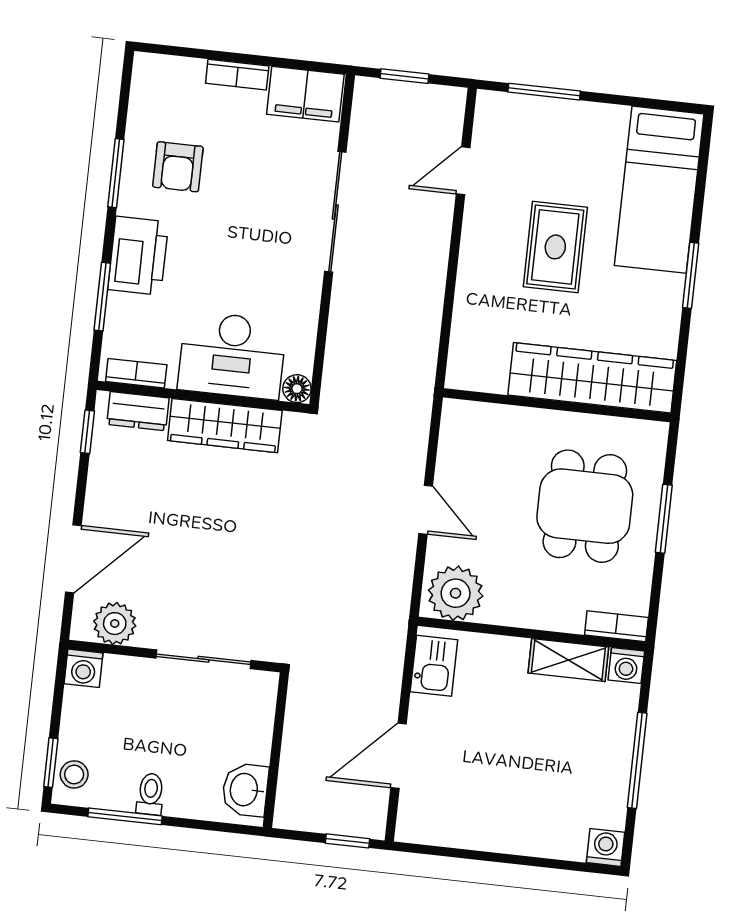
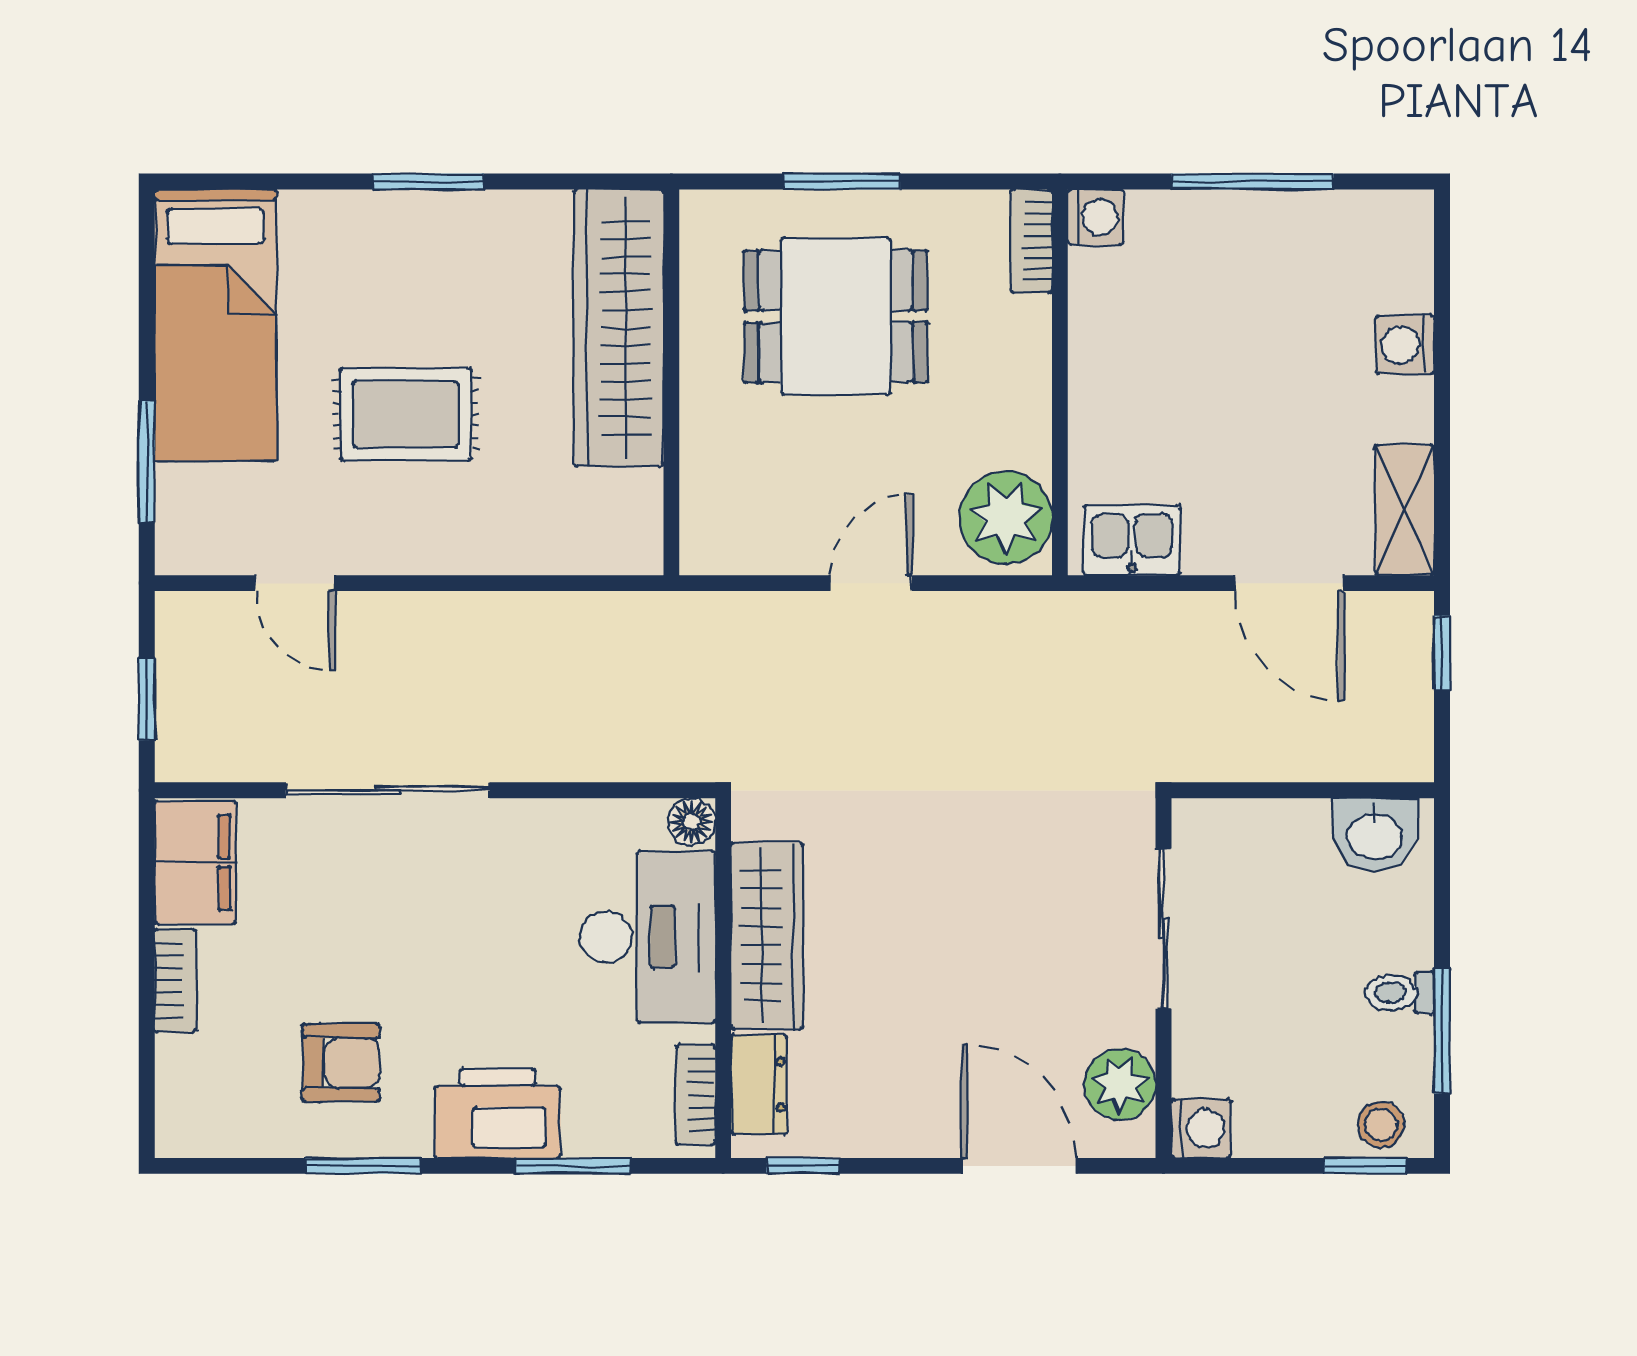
bed: (659, 190) -> (216, 325), moved, turned 90
shelving: (568, 660) -> (1405, 510), moved
washing machine: (605, 847) -> (1405, 345), moved

